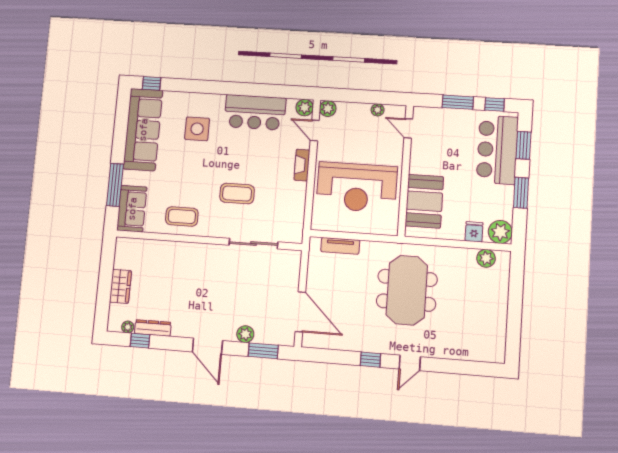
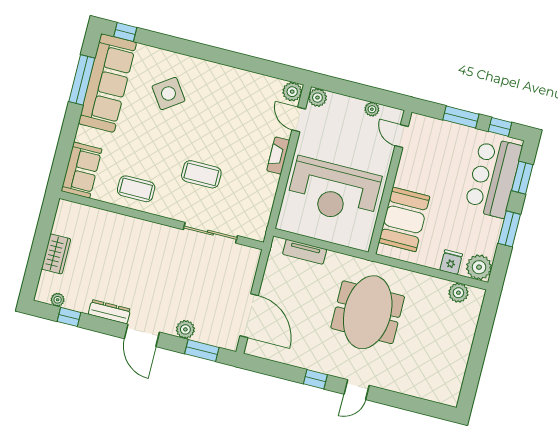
bar counter: (255, 112) -> (236, 87), removed
side table: (197, 129) -> (168, 93), turned -35
window: (115, 185) -> (82, 80), moved
dresser: (153, 328) -> (109, 312), moved

